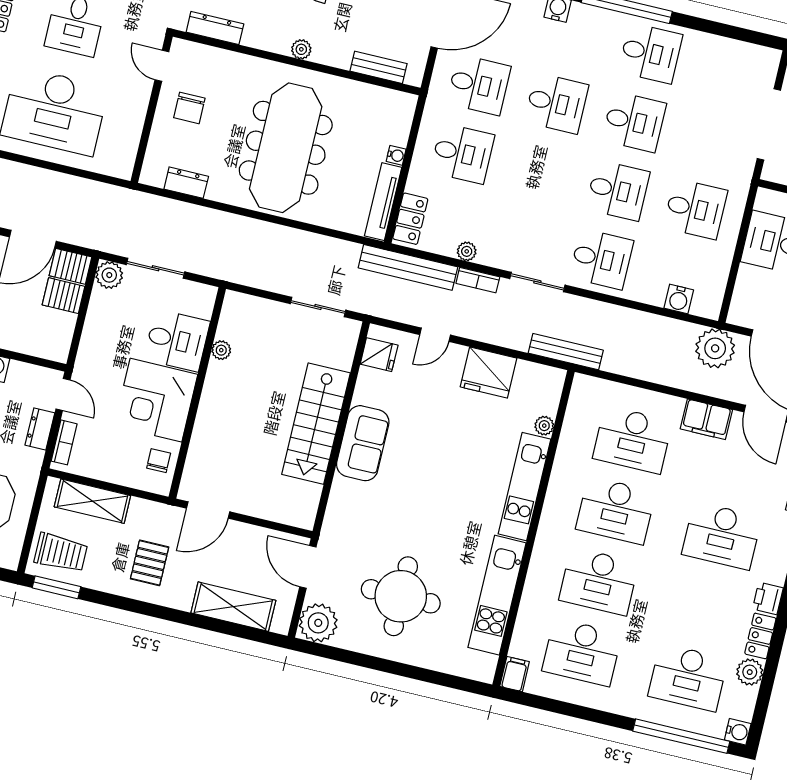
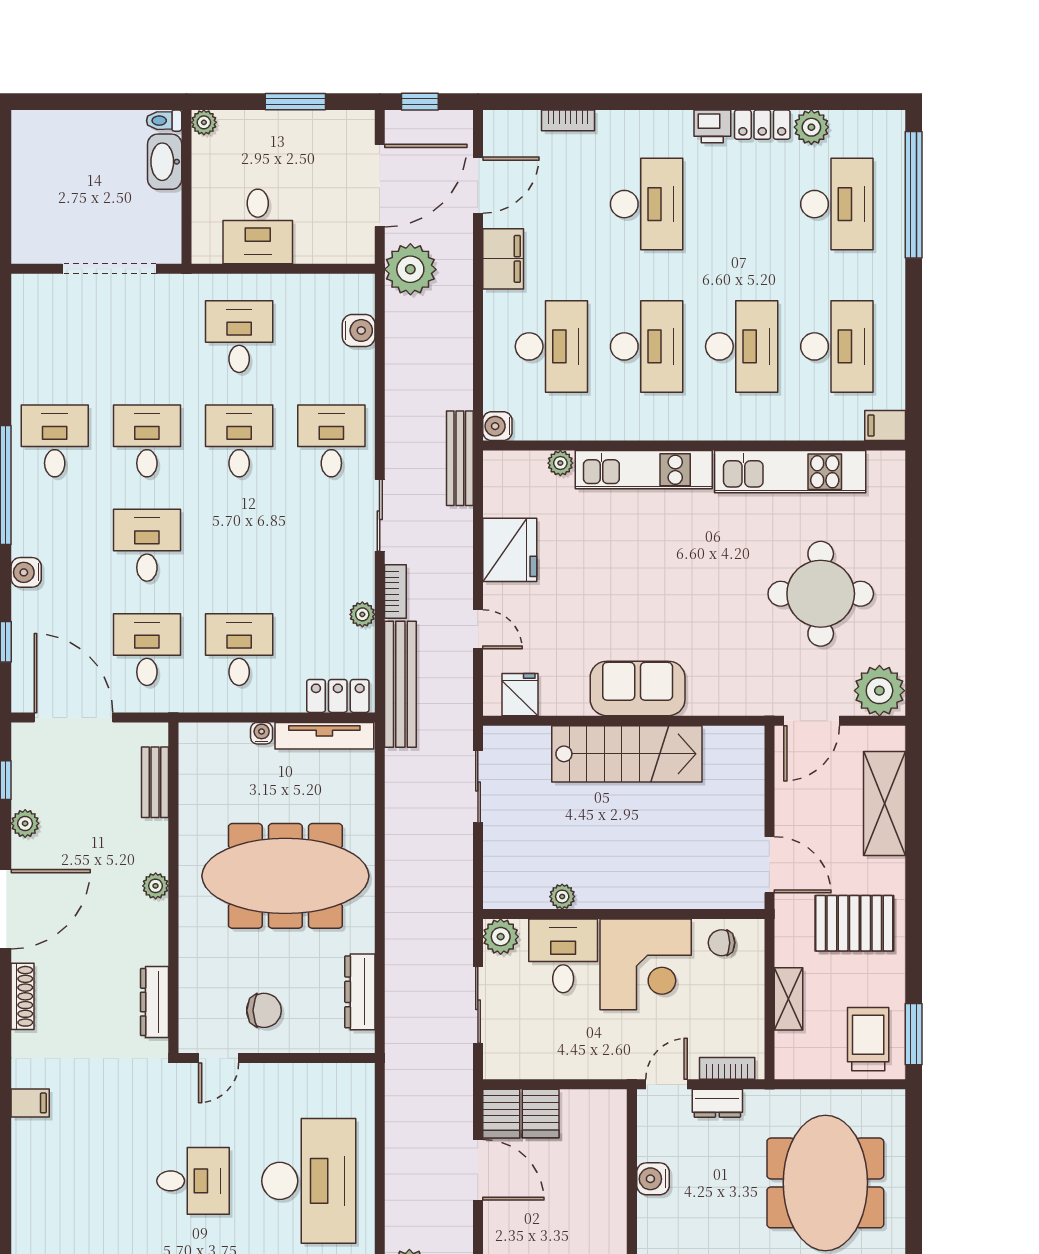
dresser: (186, 183) -> (360, 992), width x1.44
plant: (109, 275) -> (501, 937), moved
shelving: (92, 501) -> (788, 999), width x0.67, depth x0.75
pallet: (150, 563) -> (854, 923), width x1.50, depth x1.42
water cooler: (738, 732) -> (497, 426), moved, turned -90

